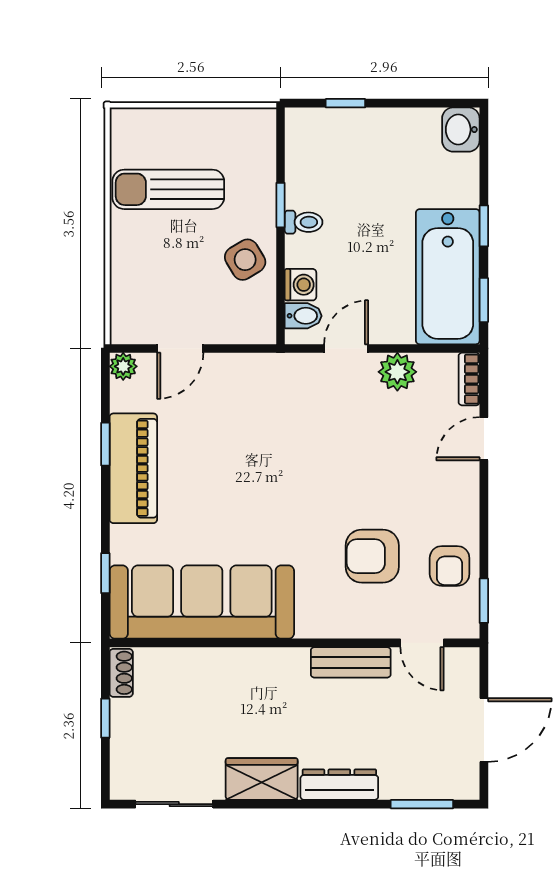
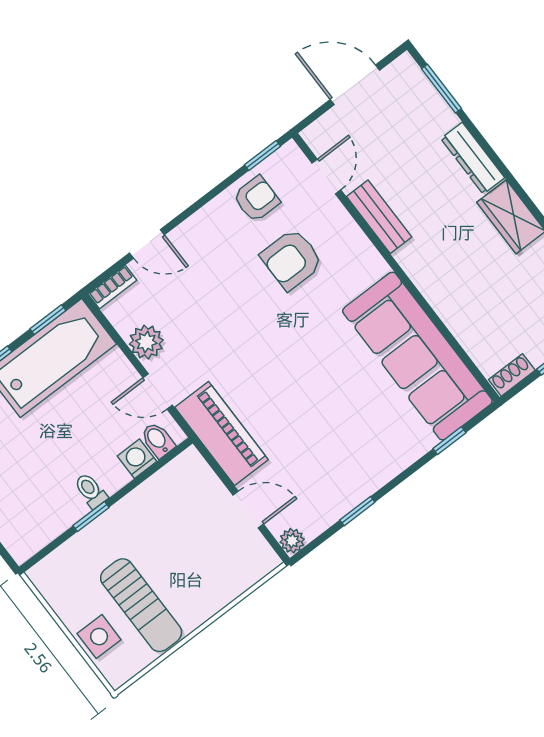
side table: (245, 260) -> (99, 637), moved, turned 31
piano: (133, 468) -> (222, 434), moved, turned 90
armchair: (372, 556) -> (292, 259), turned 90

